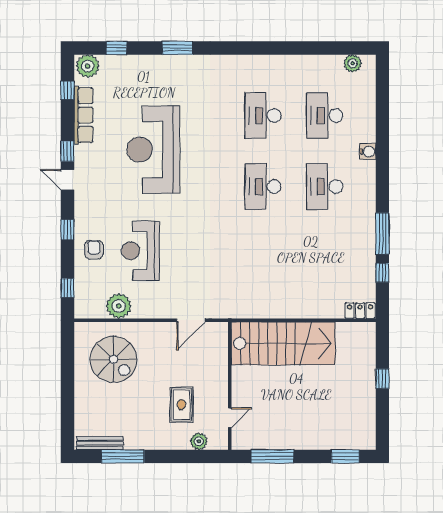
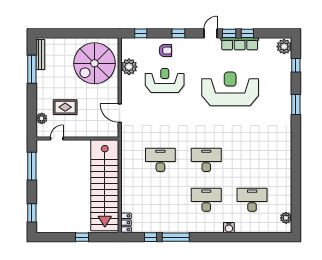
window: (67, 90) -> (247, 33), moved
row of seats: (83, 115) -> (240, 44), moved
desk: (263, 116) -> (160, 160), moved
stairs: (283, 343) -> (105, 185), width x1.36
spiral stairs: (114, 359) -> (94, 63), width x1.37, depth x1.37
door: (230, 418) -> (57, 138), swing flipped

